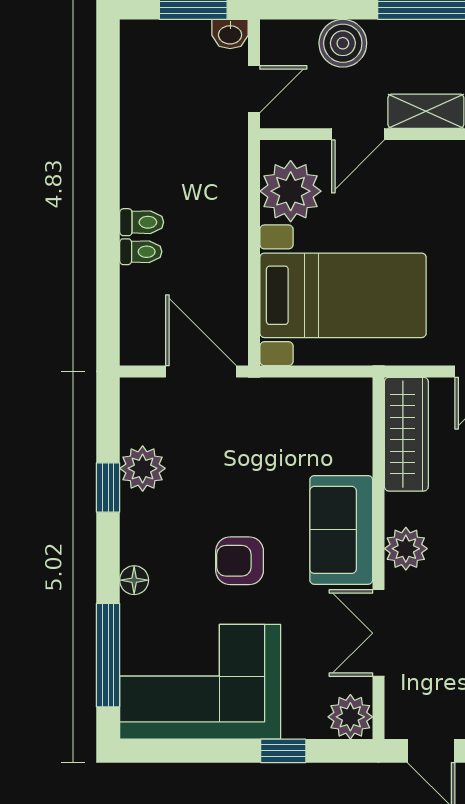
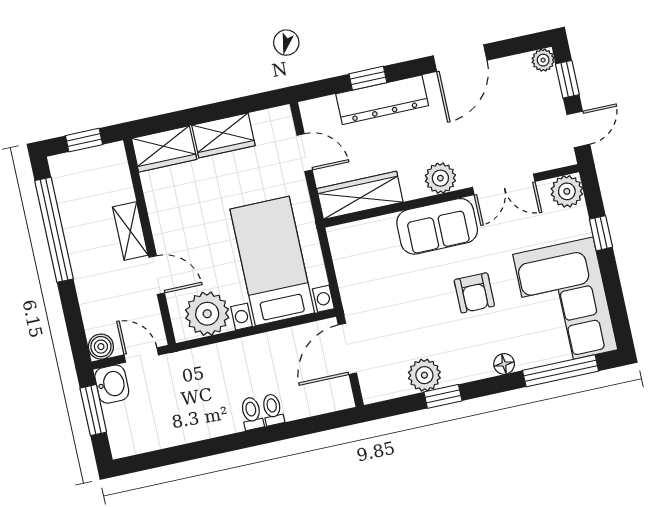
washbasin: (230, 34) -> (112, 384), width x1.38, depth x1.45
boiler: (343, 43) -> (101, 347), moved, width x0.73, depth x0.73

